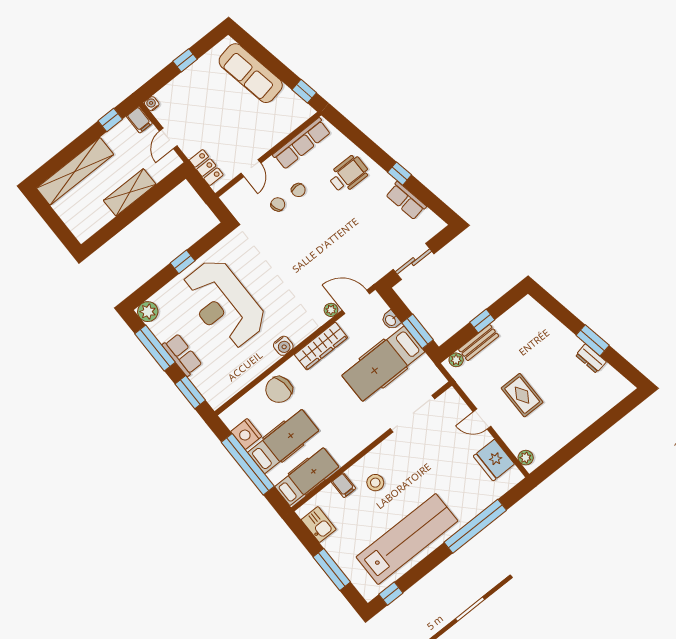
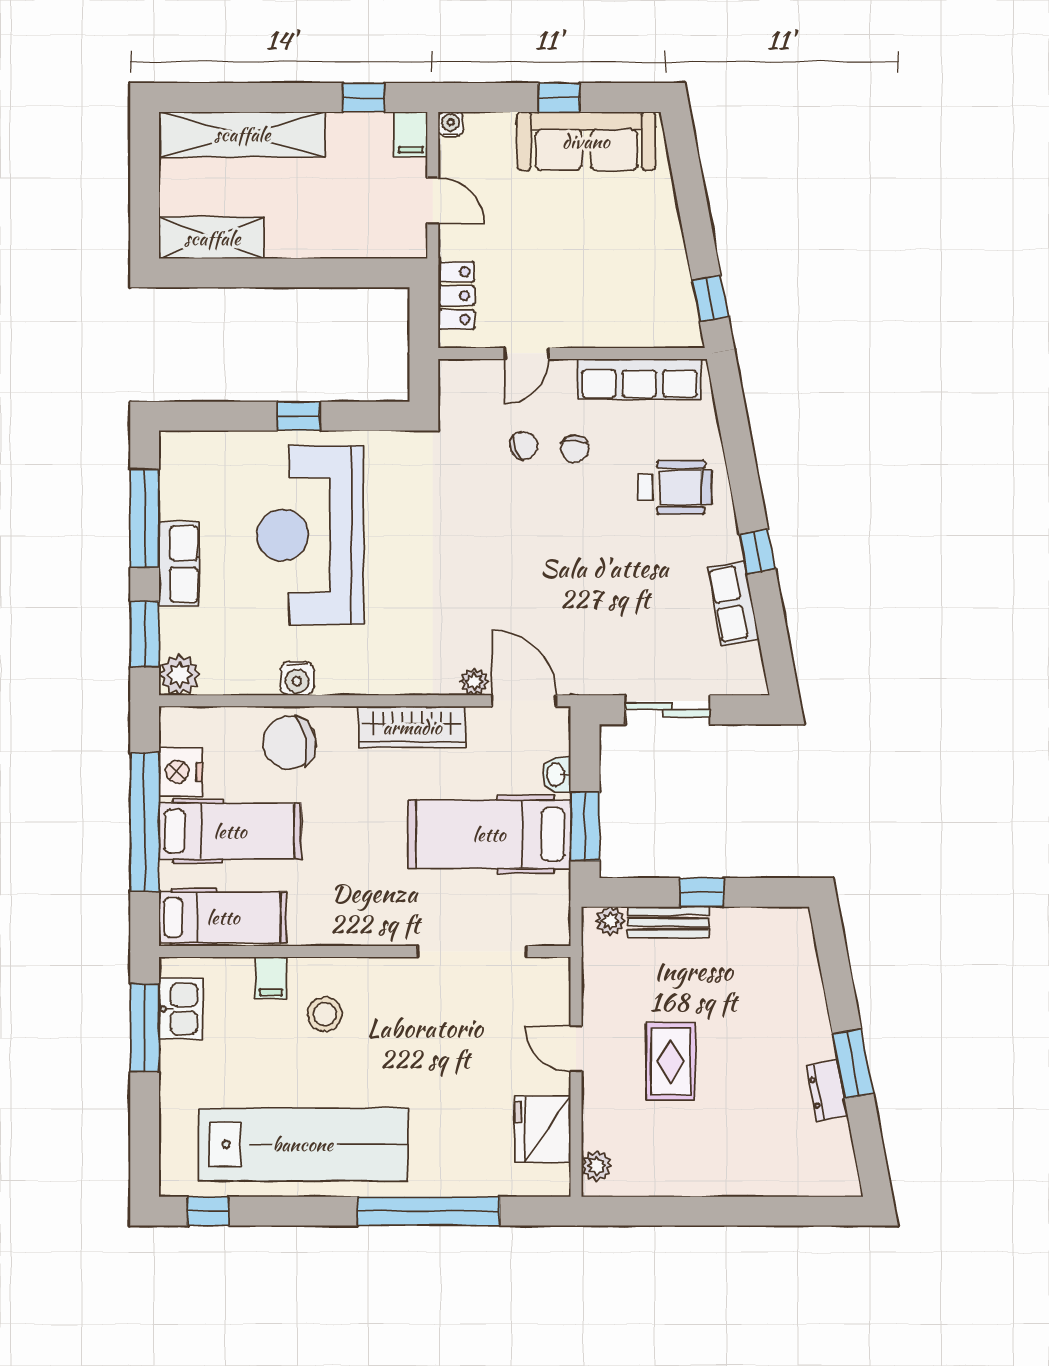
sofa: (251, 73) -> (586, 141), moved, turned -79
door: (168, 138) -> (433, 201), swing flipped
shelving: (130, 192) -> (212, 238), moved
plant: (148, 312) -> (179, 675), moved
water cooler: (283, 346) -> (297, 678), moved
window: (332, 570) -> (145, 1028), moved

